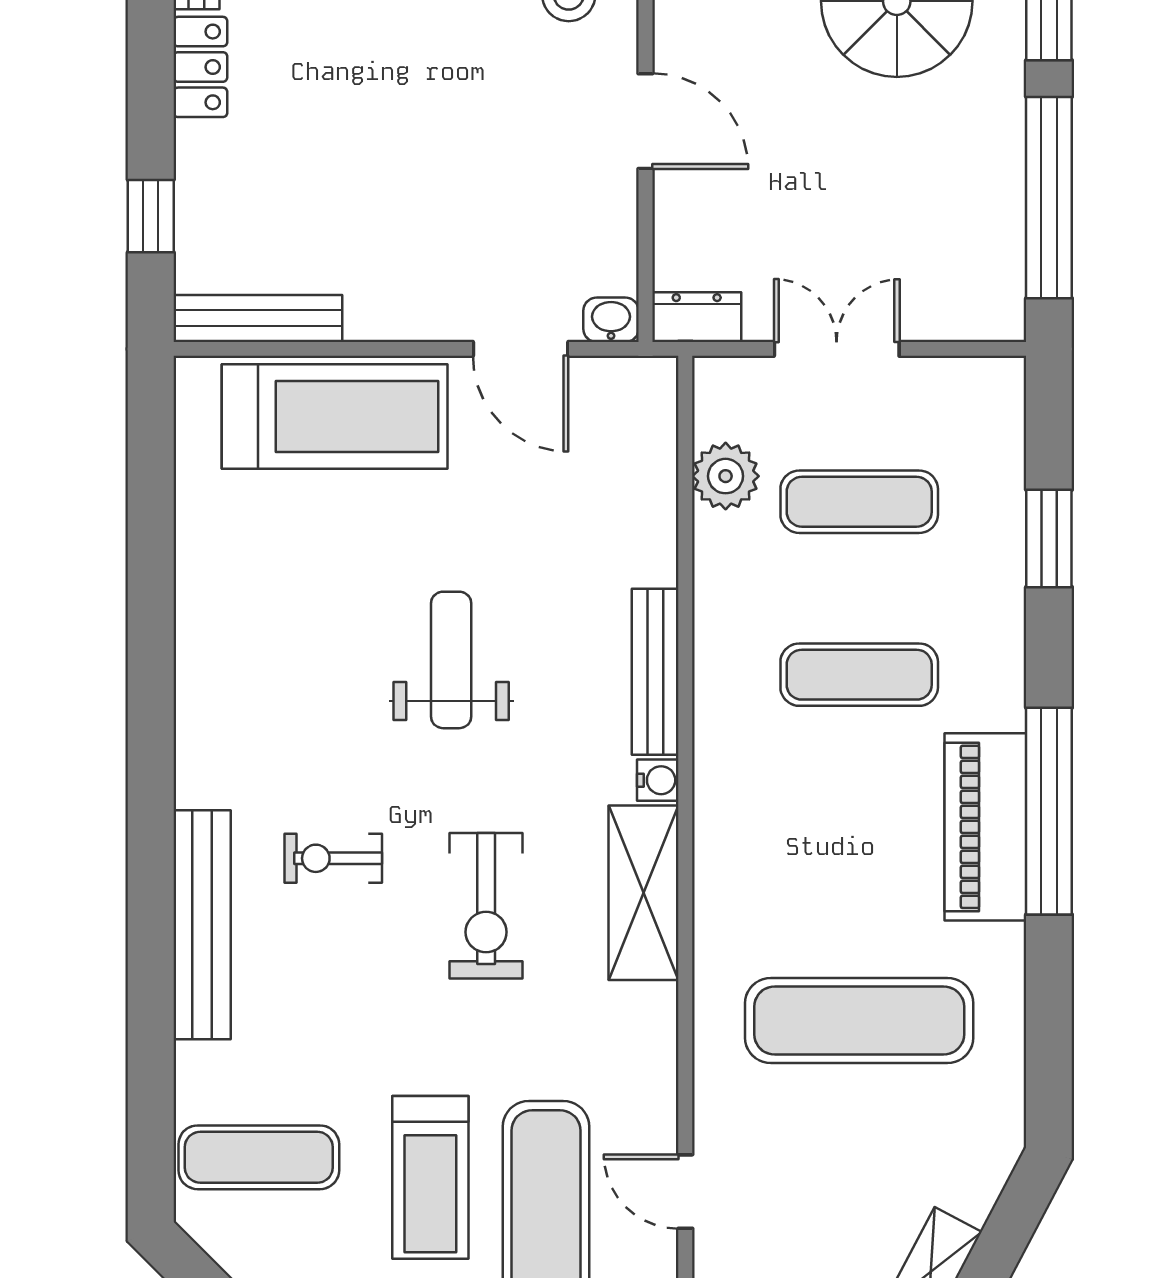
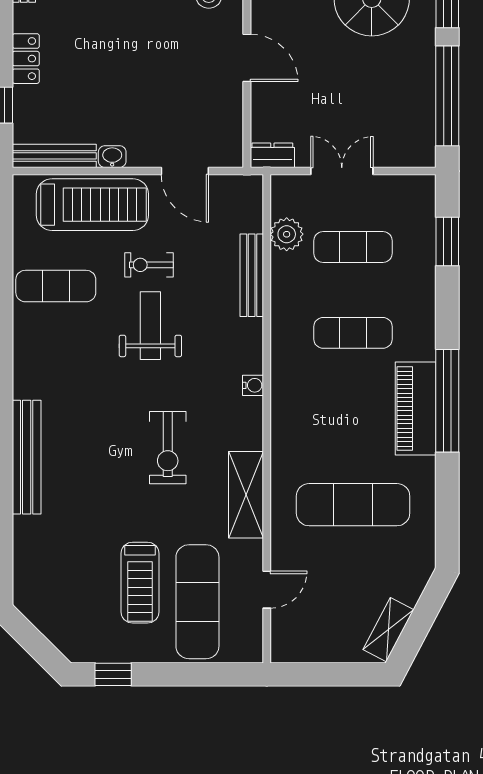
locker: (200, 67) -> (26, 59), moved
washbasin: (611, 320) -> (112, 157), moved
window: (1049, 538) -> (447, 242), moved
bench: (655, 672) -> (252, 275), moved
exercise bike: (333, 858) -> (149, 265), moved
shelving: (644, 893) -> (246, 495), moved
exercise mat: (259, 1157) -> (56, 286), moved
door: (685, 1192) -> (267, 590), swing flipped

